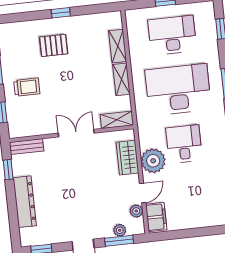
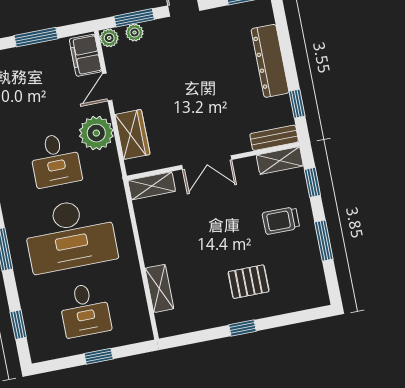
desk: (172, 35) -> (85, 310), width x0.73
shelving: (121, 79) -> (280, 160), moved, turned 90
plant: (136, 211) -> (109, 38), moved
window: (190, 233) -> (36, 37), added

